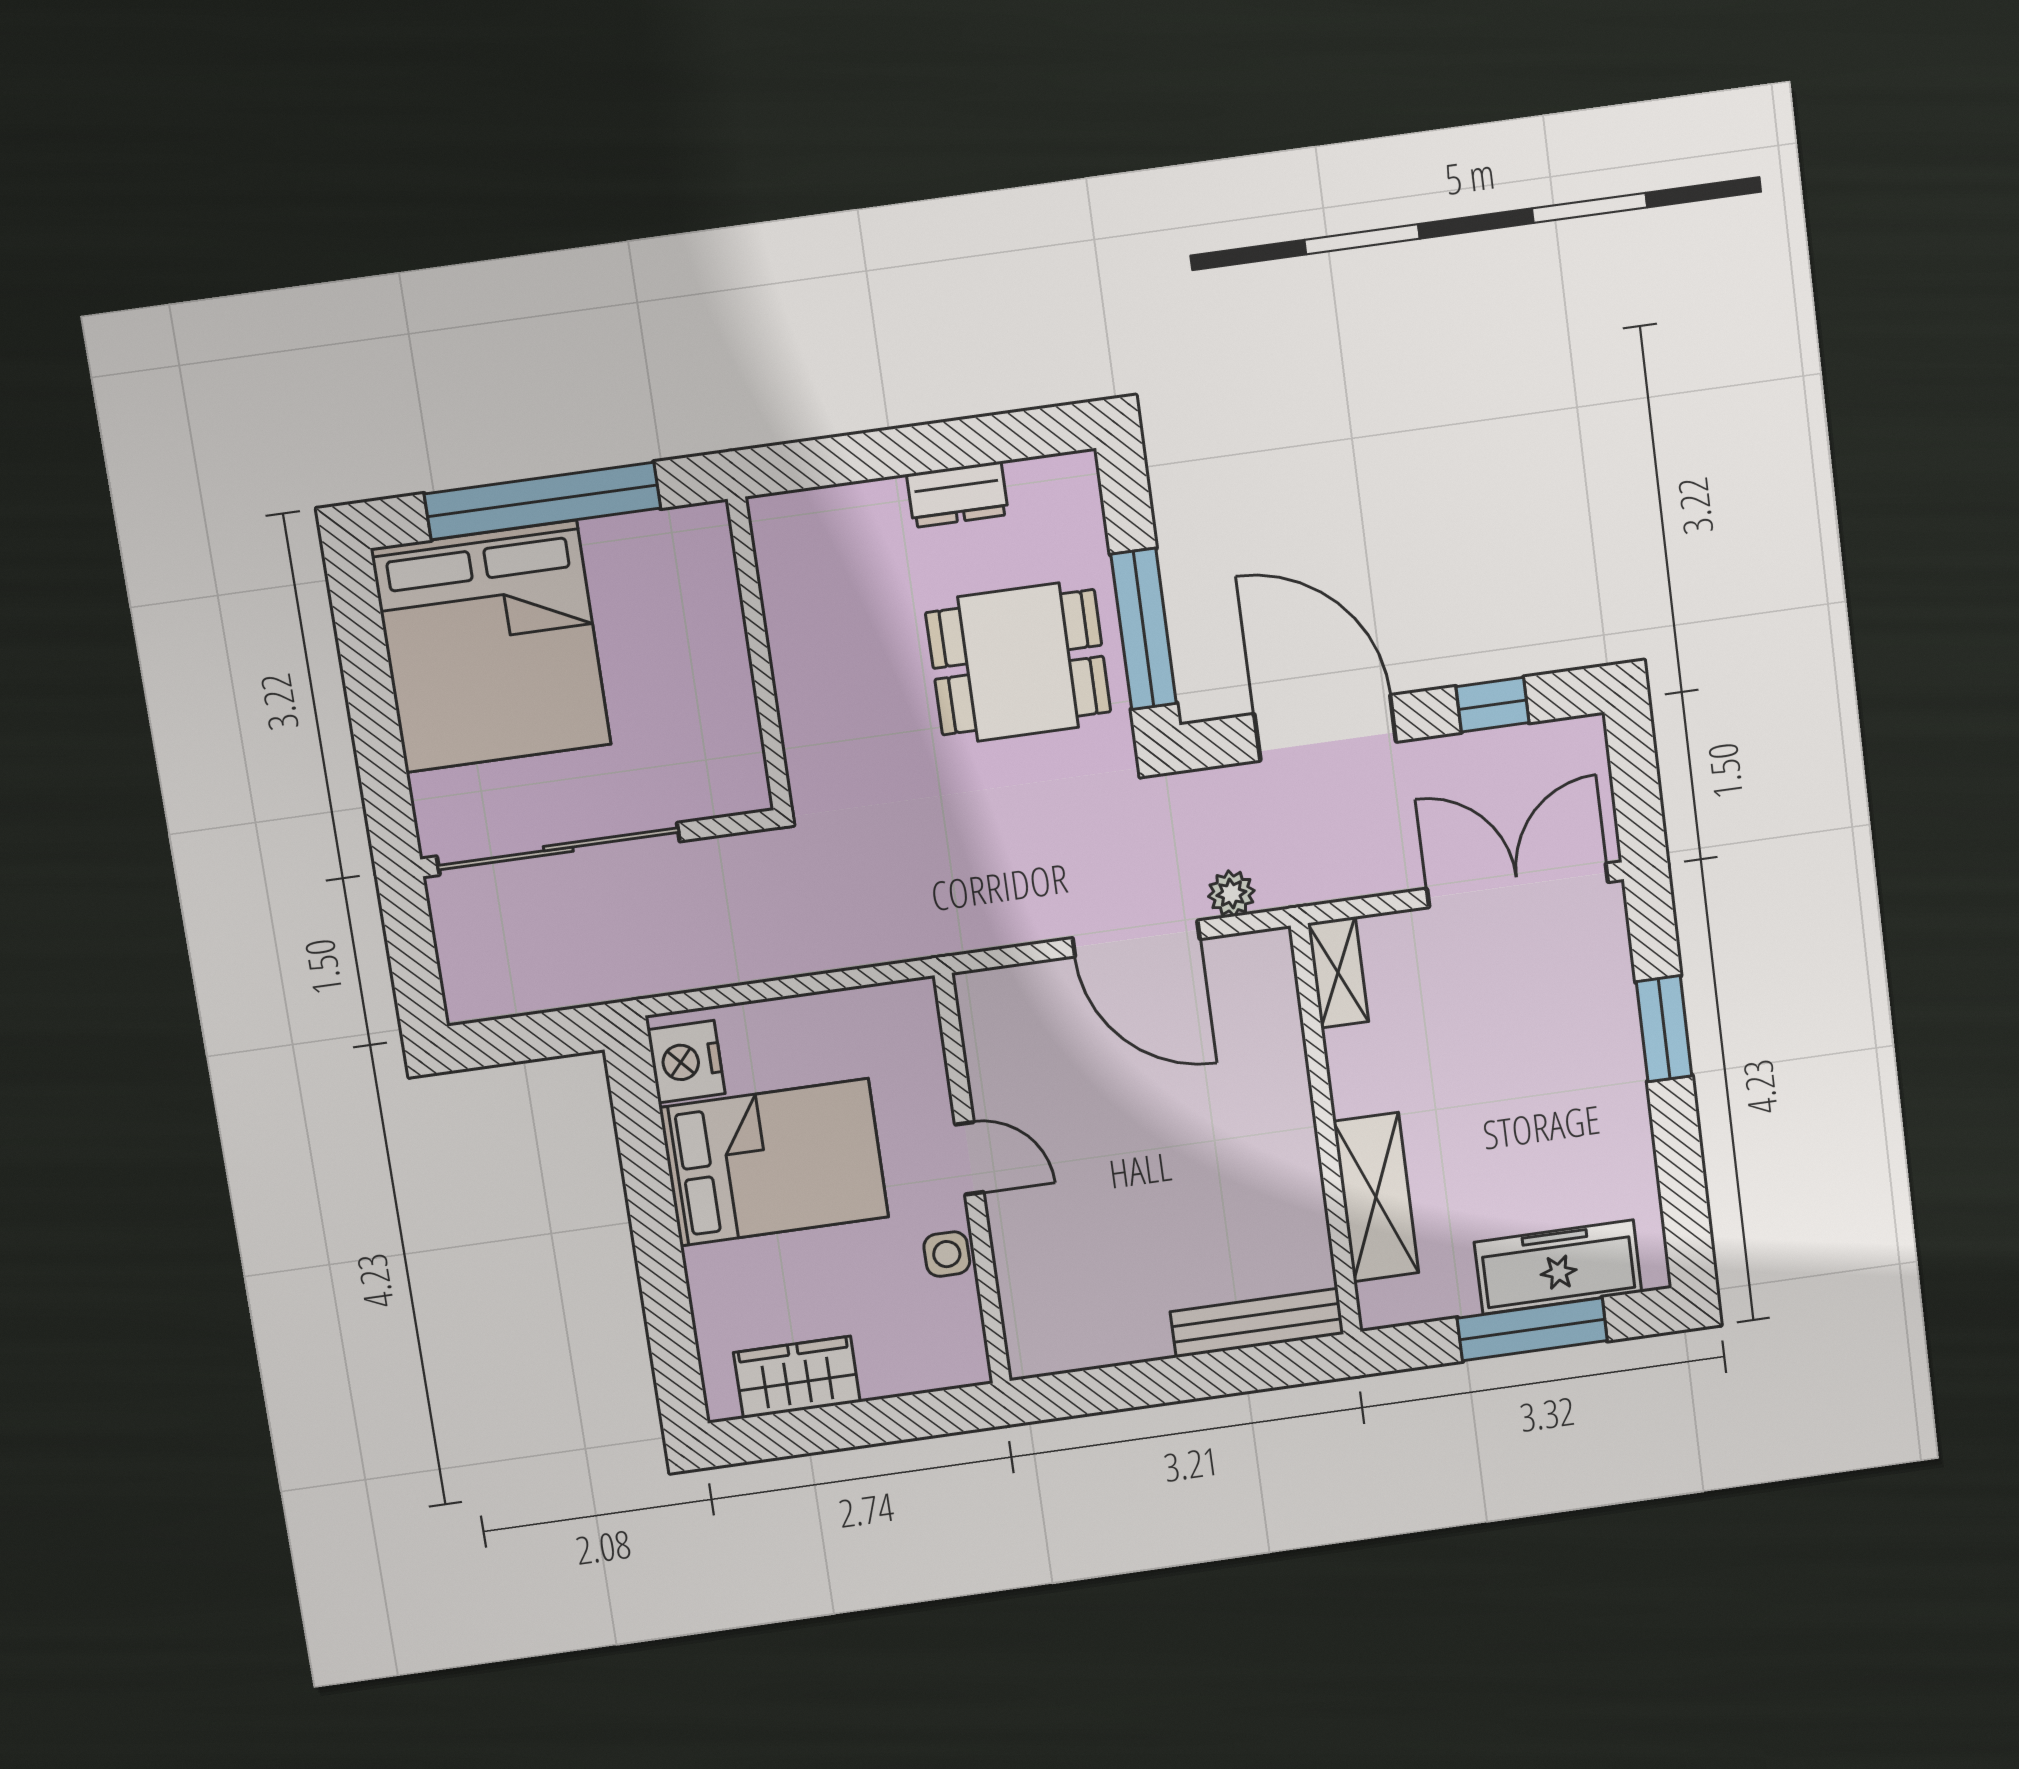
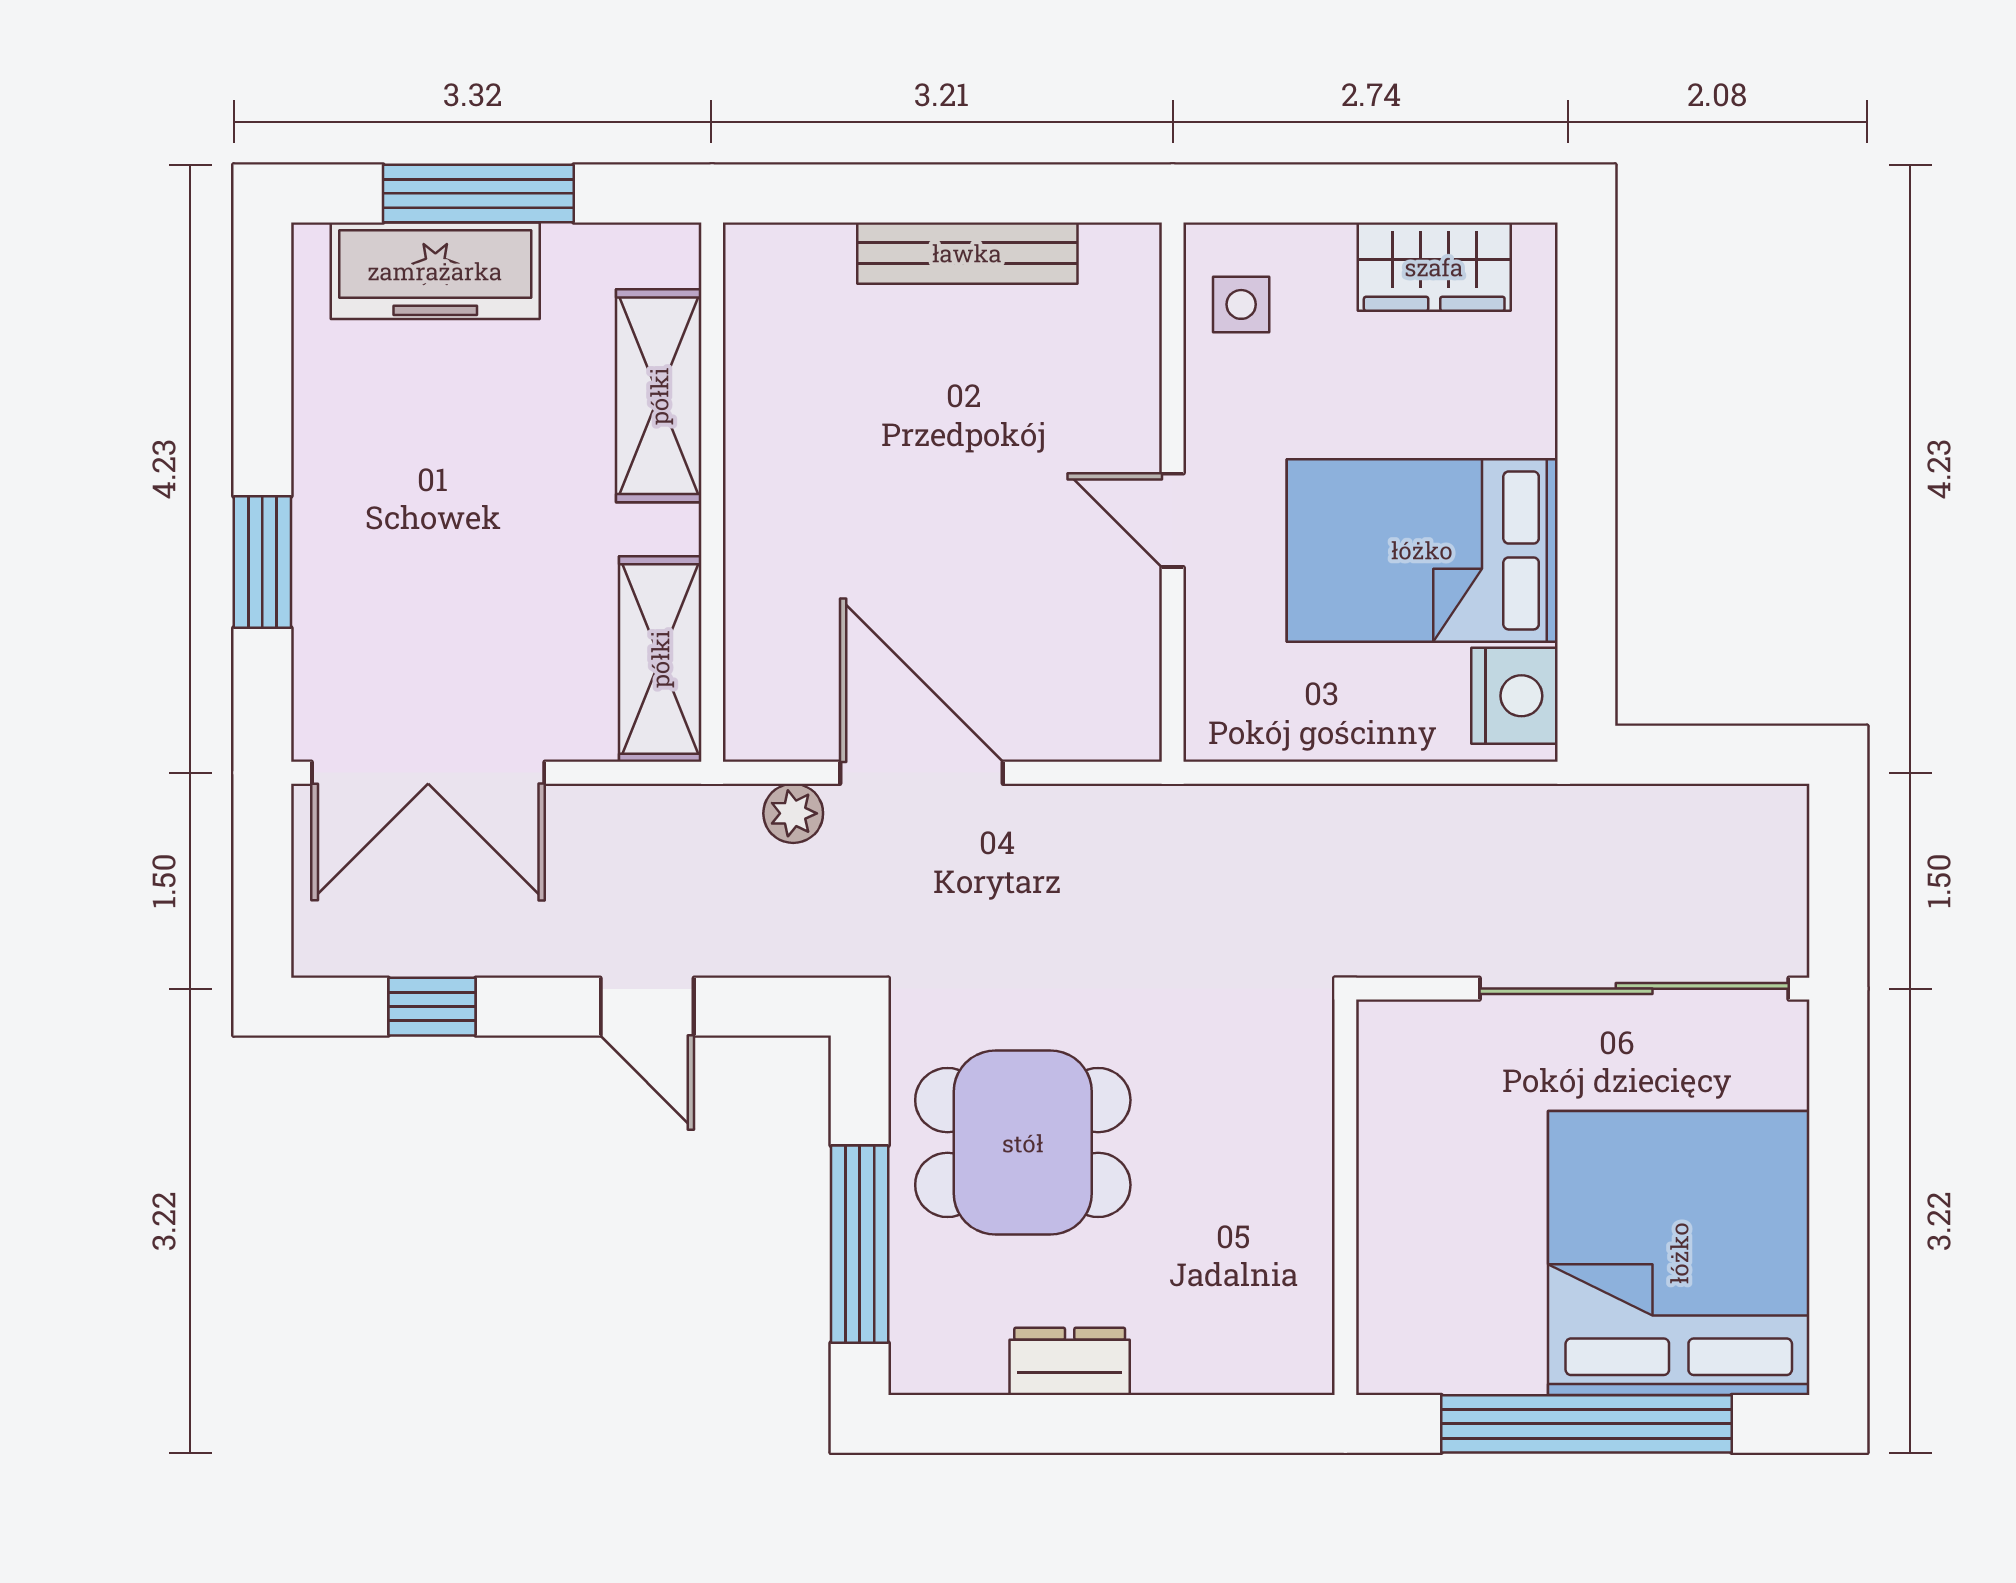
window: (1144, 629) -> (860, 1244), moved
door: (1325, 728) -> (647, 1007), width x0.53
shelving: (1338, 972) -> (660, 659), width x1.50, depth x1.33
side table: (947, 1254) -> (1241, 304), moved
bench: (1257, 1323) -> (967, 253), moved

